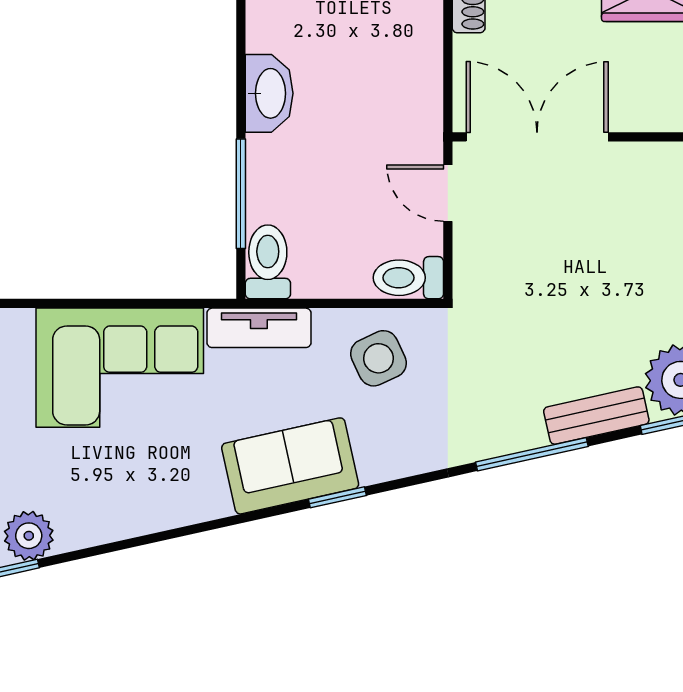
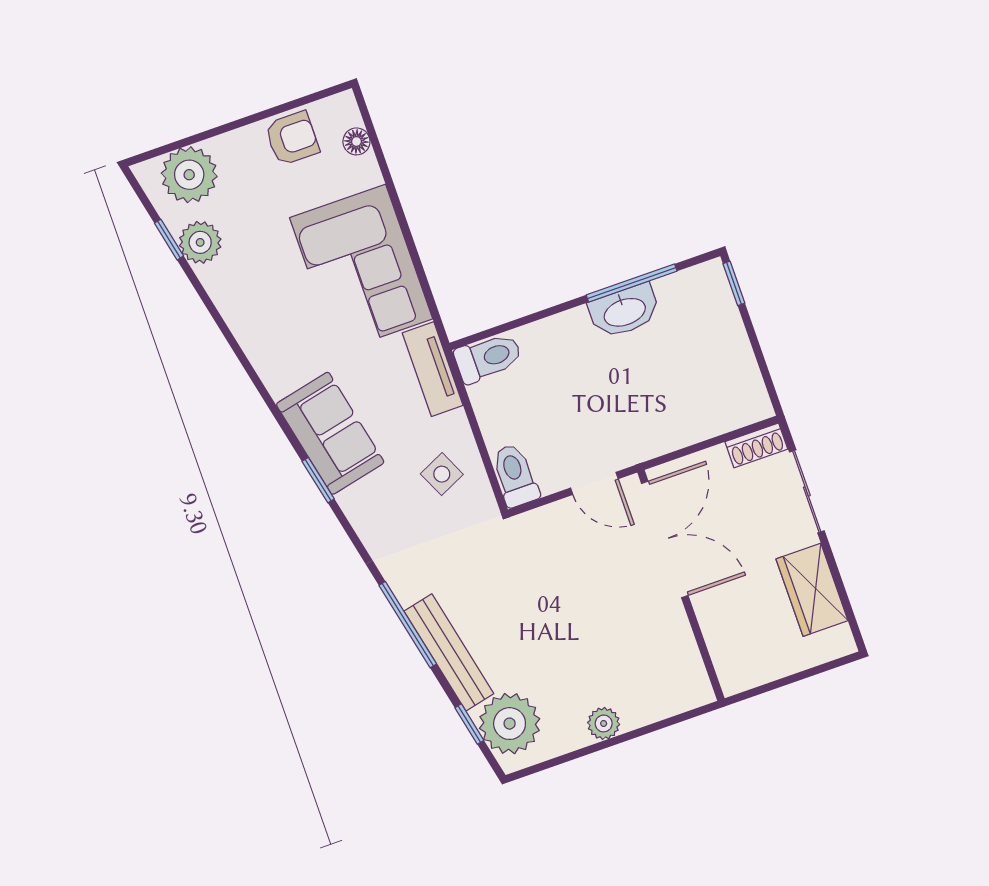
door: (448, 193) -> (594, 483), swing flipped
window: (241, 194) -> (632, 283), moved
side table: (379, 358) -> (442, 474), width x0.73, depth x0.73
bench: (596, 416) -> (449, 652), width x1.36

